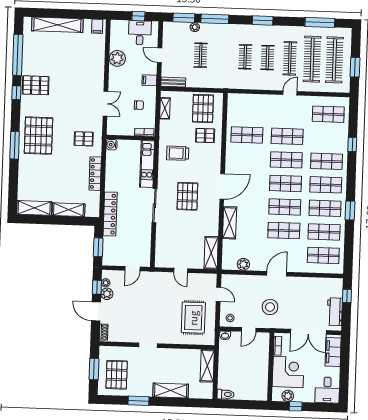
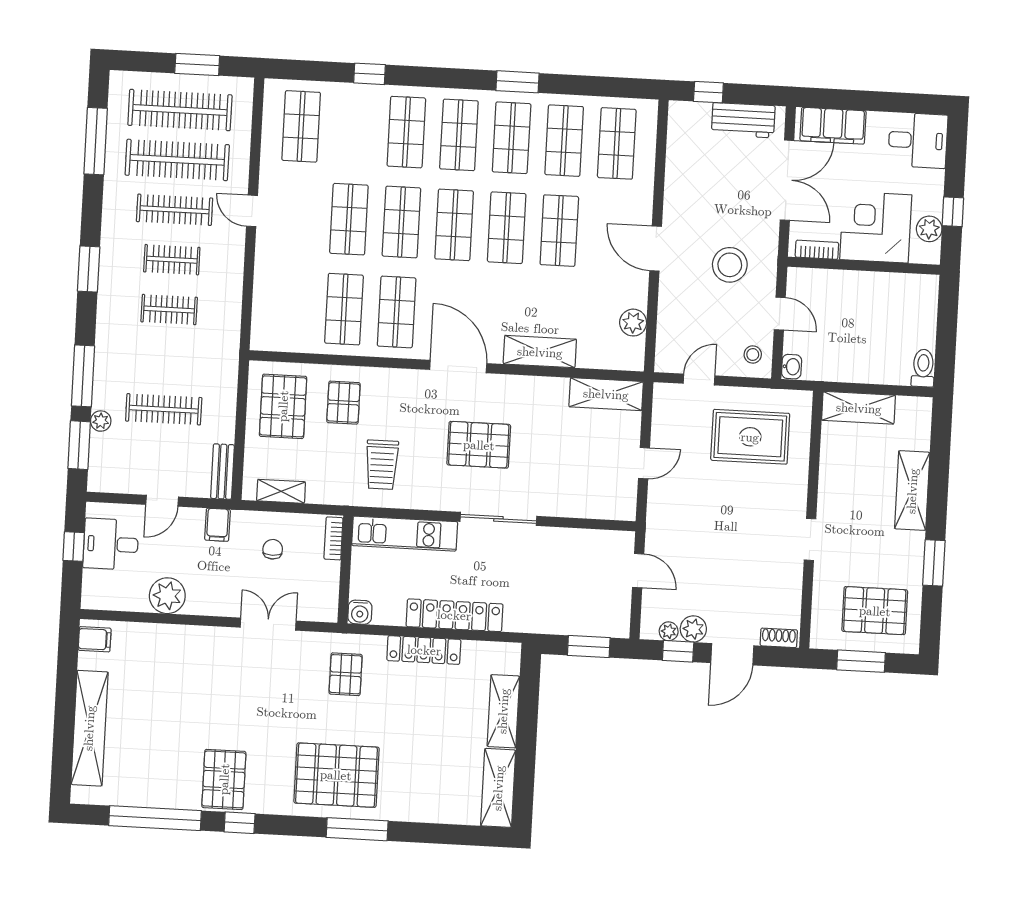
clothes rail: (201, 55) -> (164, 409), width x1.36
pallet: (203, 109) -> (283, 406), turned 90
shop shelf: (246, 158) -> (397, 312), added
locker: (110, 214) -> (454, 615), moved

